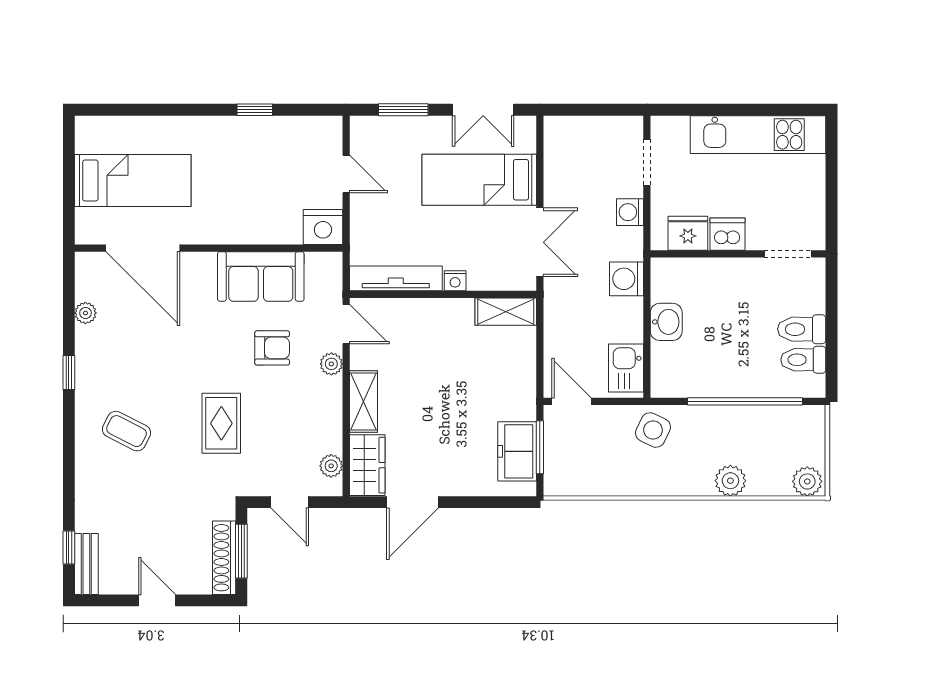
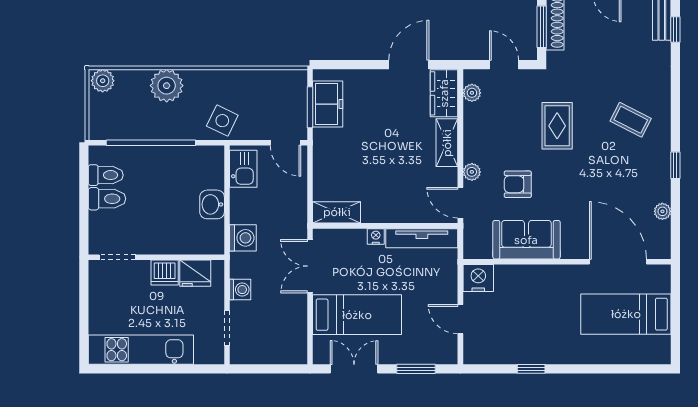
plant: (730, 481) -> (167, 86), width x1.36, depth x1.36

